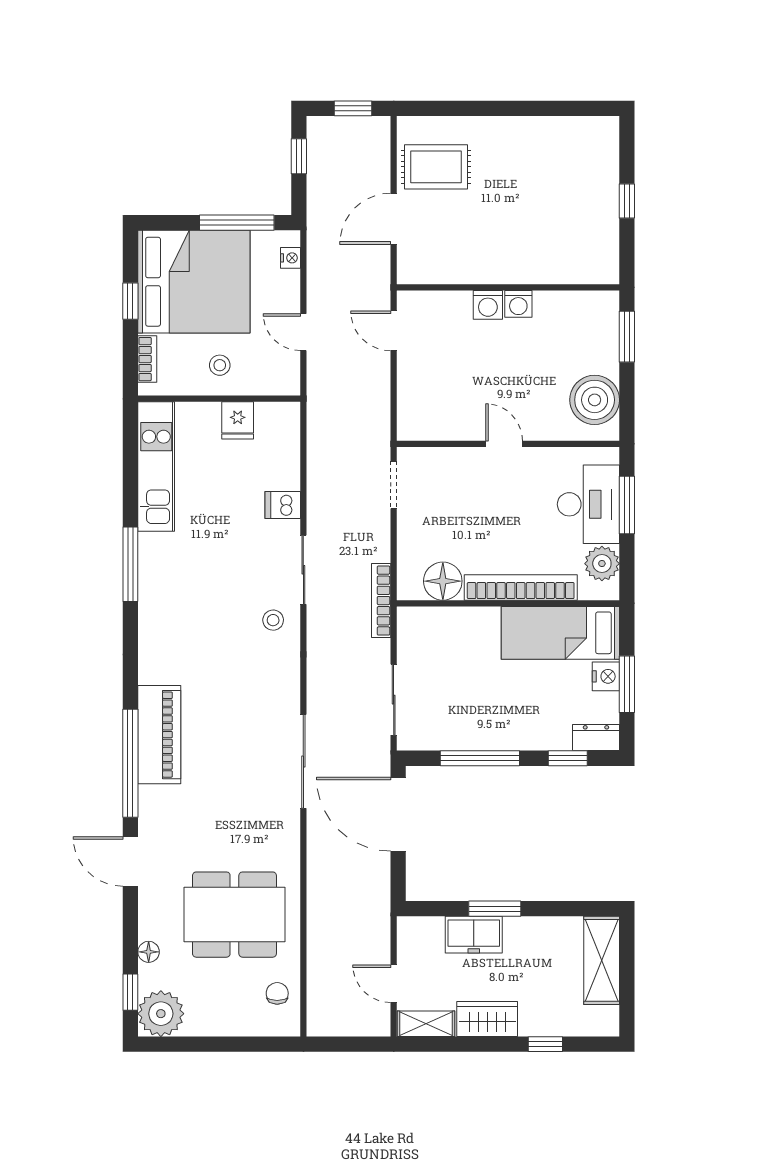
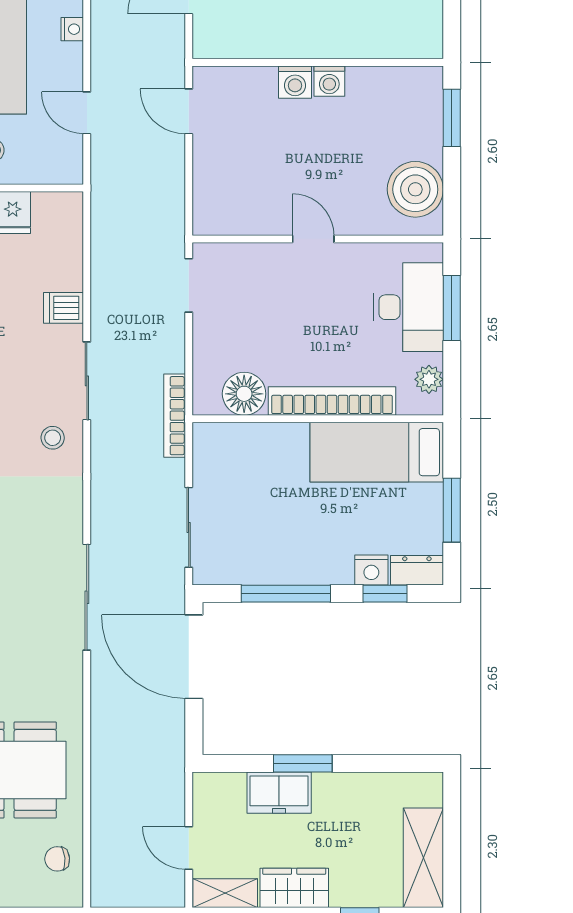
plant: (602, 564) -> (429, 379), width x0.73, depth x0.73
nightstand: (606, 676) -> (371, 570), moved, turned 90
shelving: (602, 960) -> (423, 858), moved
chair: (277, 993) -> (57, 859), turned -95

